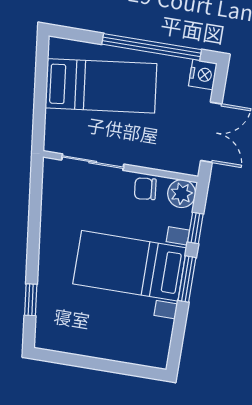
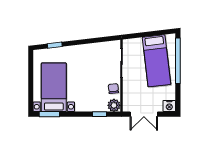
window: (152, 47) -> (178, 61), moved
bed with nightstands: (130, 266) -> (54, 87), moved
window: (187, 279) -> (49, 114), moved

